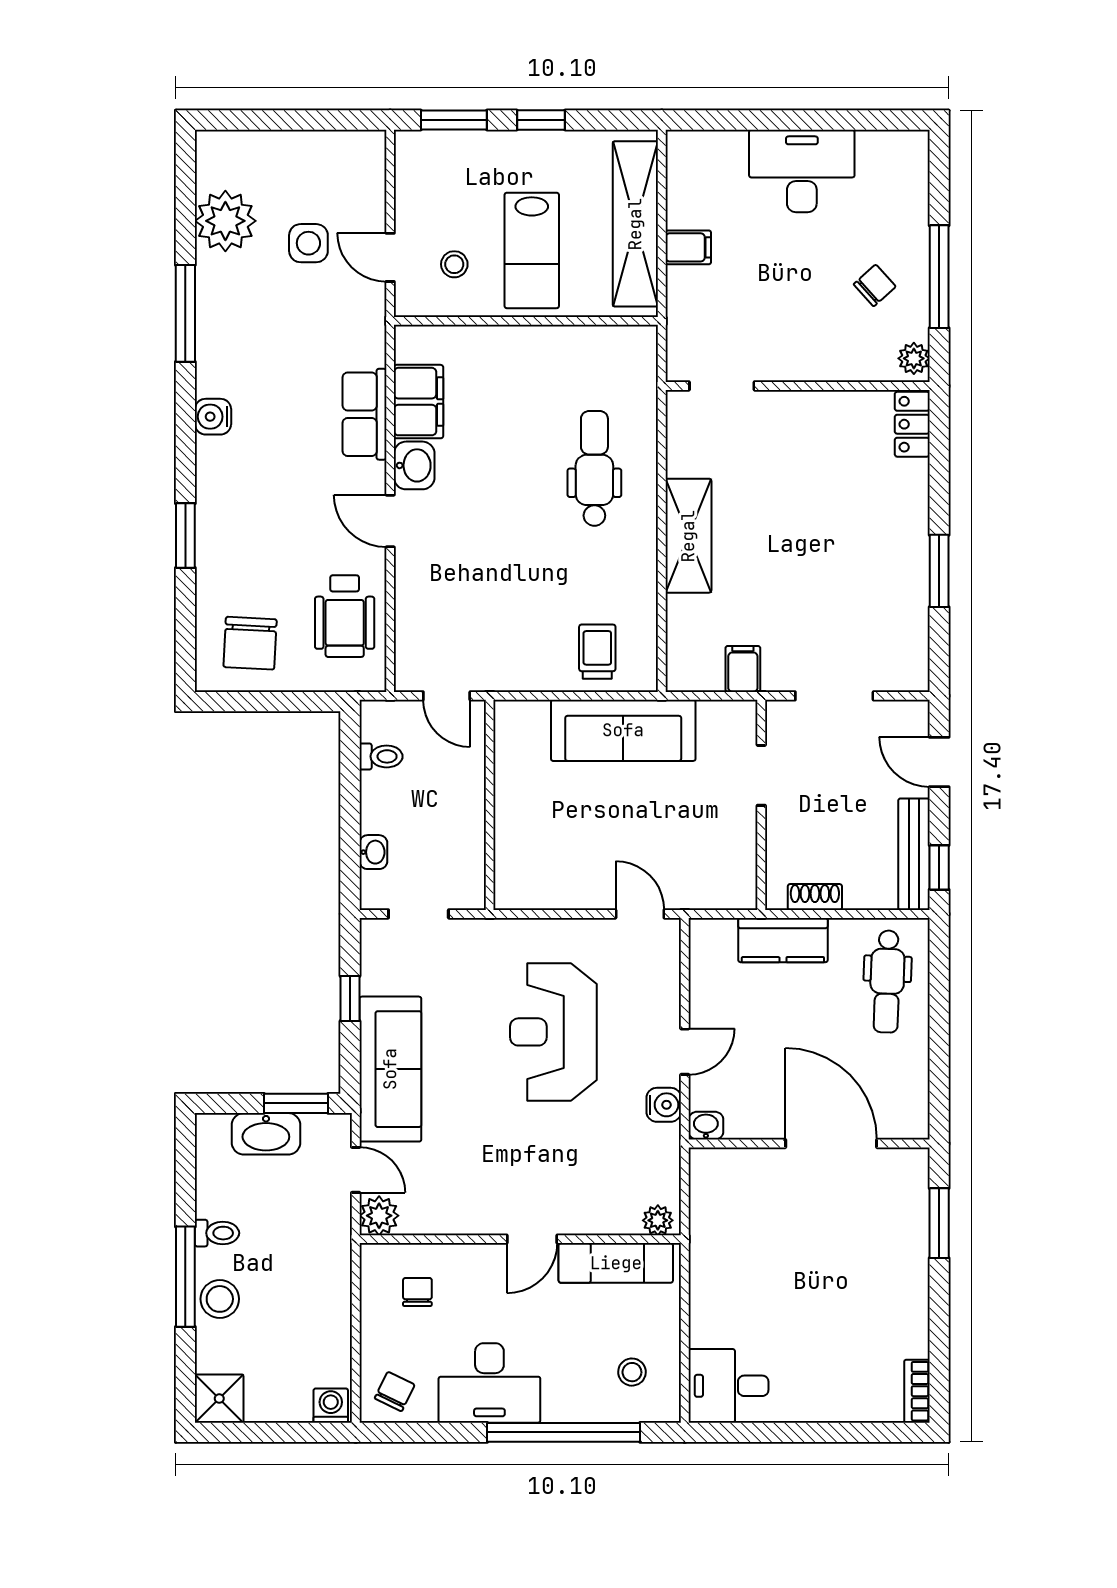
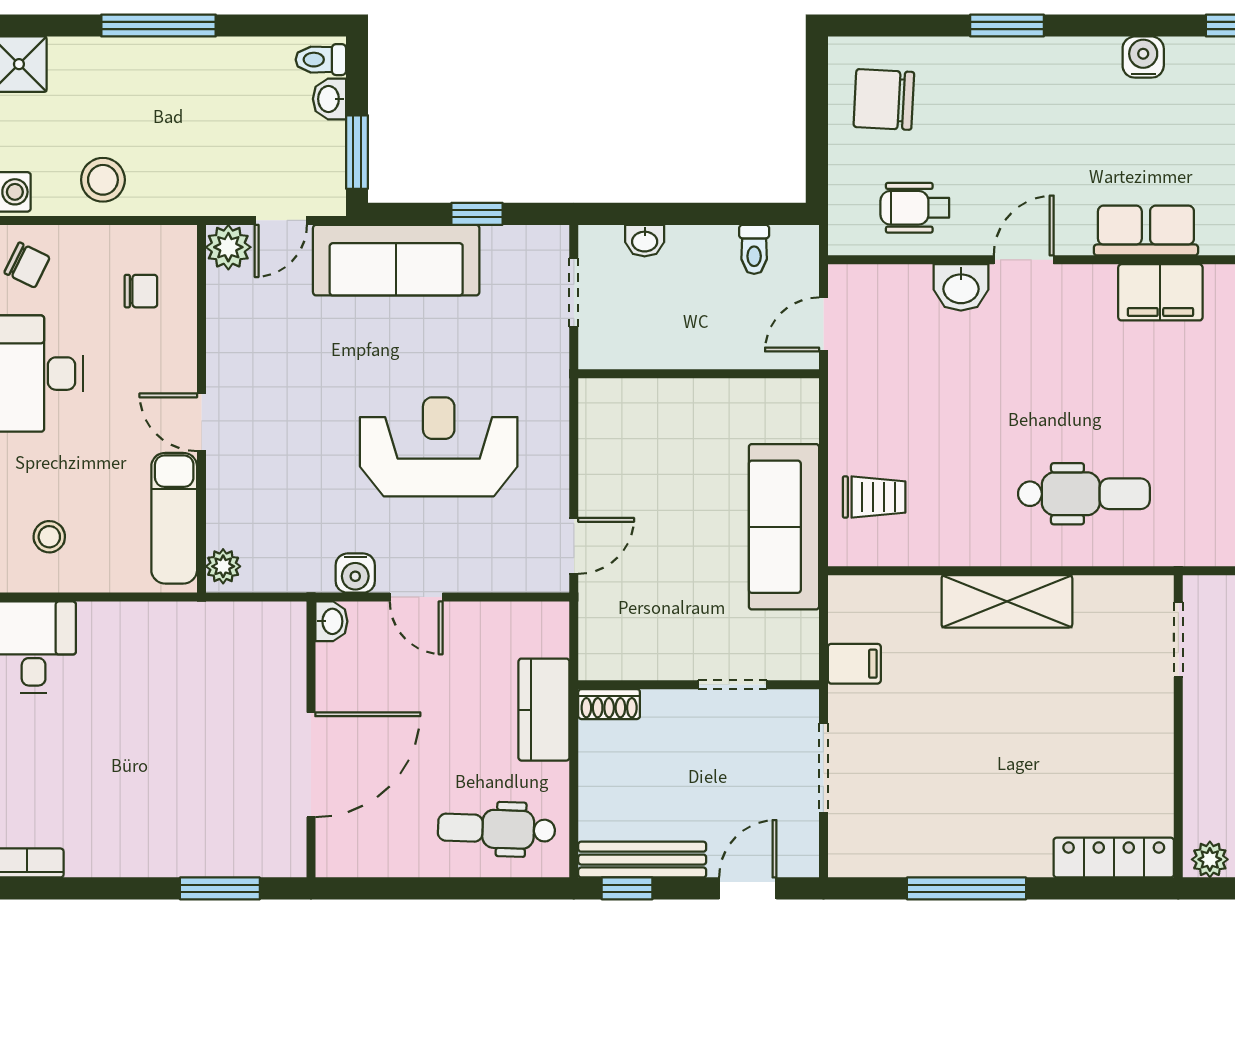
locker: (912, 424) -> (1114, 858), width x1.53
washbasin: (414, 465) -> (961, 287), moved
window: (939, 571) -> (967, 888), width x1.44
wheelchair: (345, 616) -> (915, 208), width x0.73, depth x0.73
shoe rack: (815, 897) -> (609, 704), moved, turned 90
washbasin: (266, 1134) -> (329, 99), width x0.52, depth x0.69
toilet: (217, 1233) -> (321, 60), moved, turned 90
stool: (220, 1299) -> (103, 180), moved

